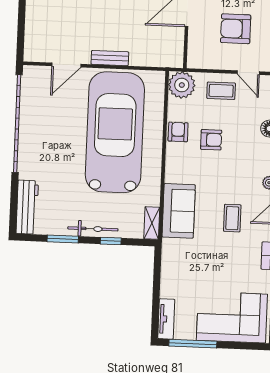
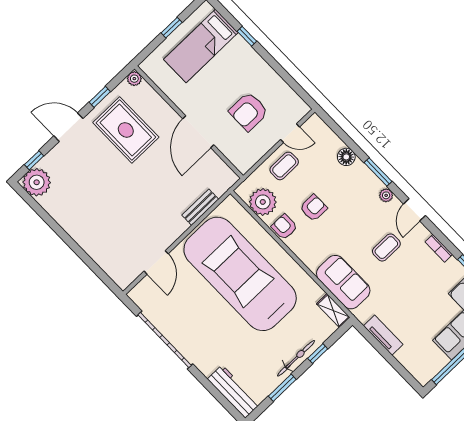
bench: (110, 58) -> (200, 207), moved
plant: (182, 85) -> (263, 202), moved
garage door: (17, 123) -> (165, 340), width x0.73
coffee table: (232, 218) -> (386, 248), turned 90
tv unit: (166, 319) -> (383, 335), moved

